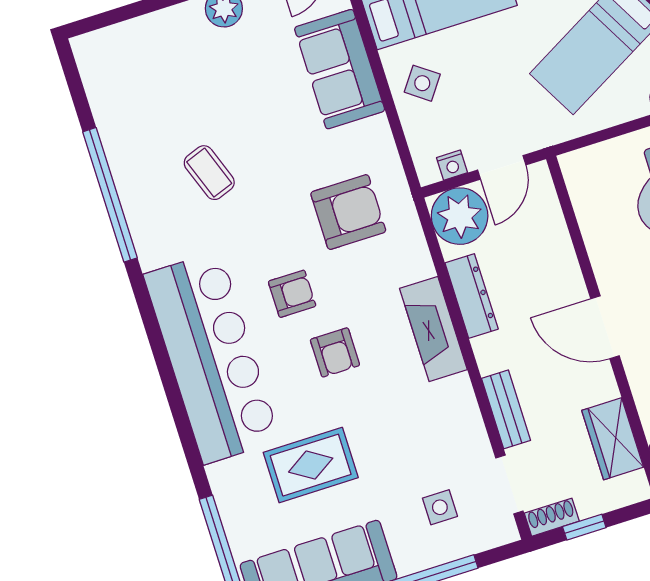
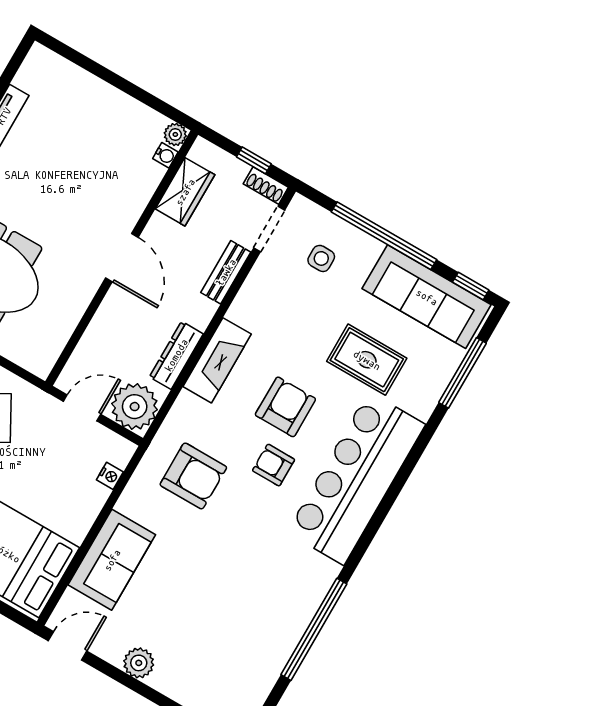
side table: (422, 83) -> (75, 502), removed
nightstand: (452, 165) -> (110, 476), moved, turned 90
coffee table: (209, 173) -> (246, 582), removed
armchair: (348, 212) -> (193, 476), turned 180
armchair: (335, 352) -> (285, 407), width x1.38, depth x1.38

